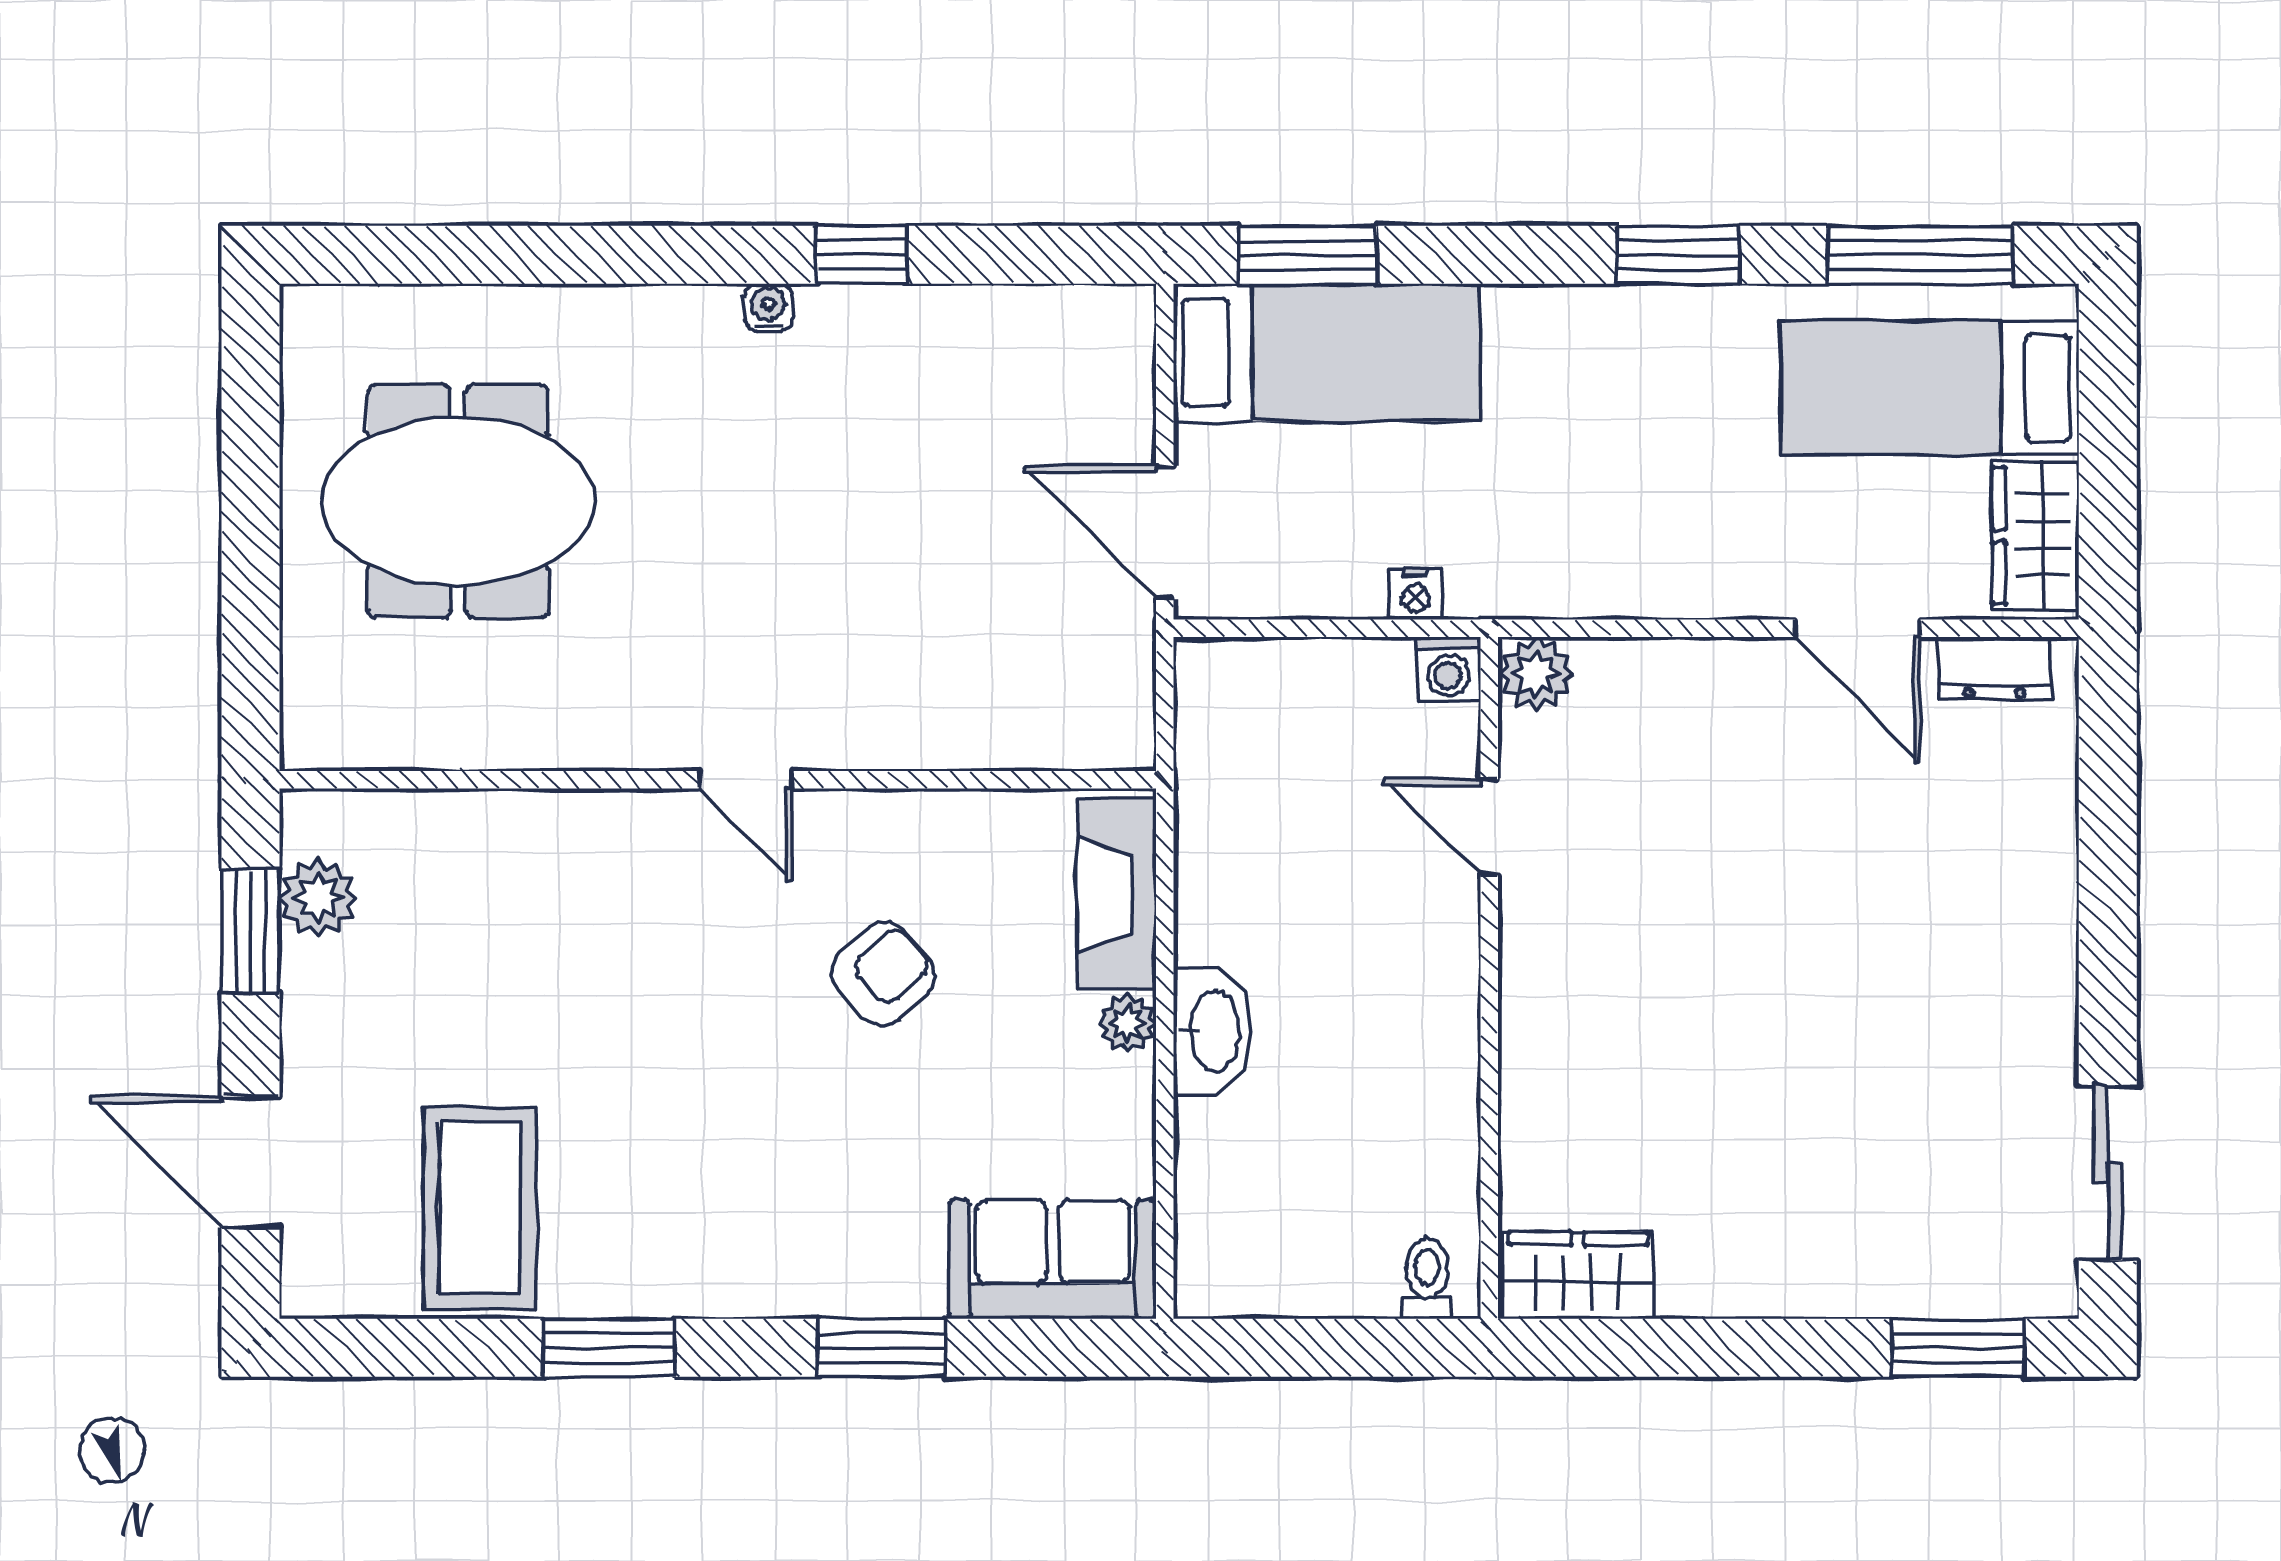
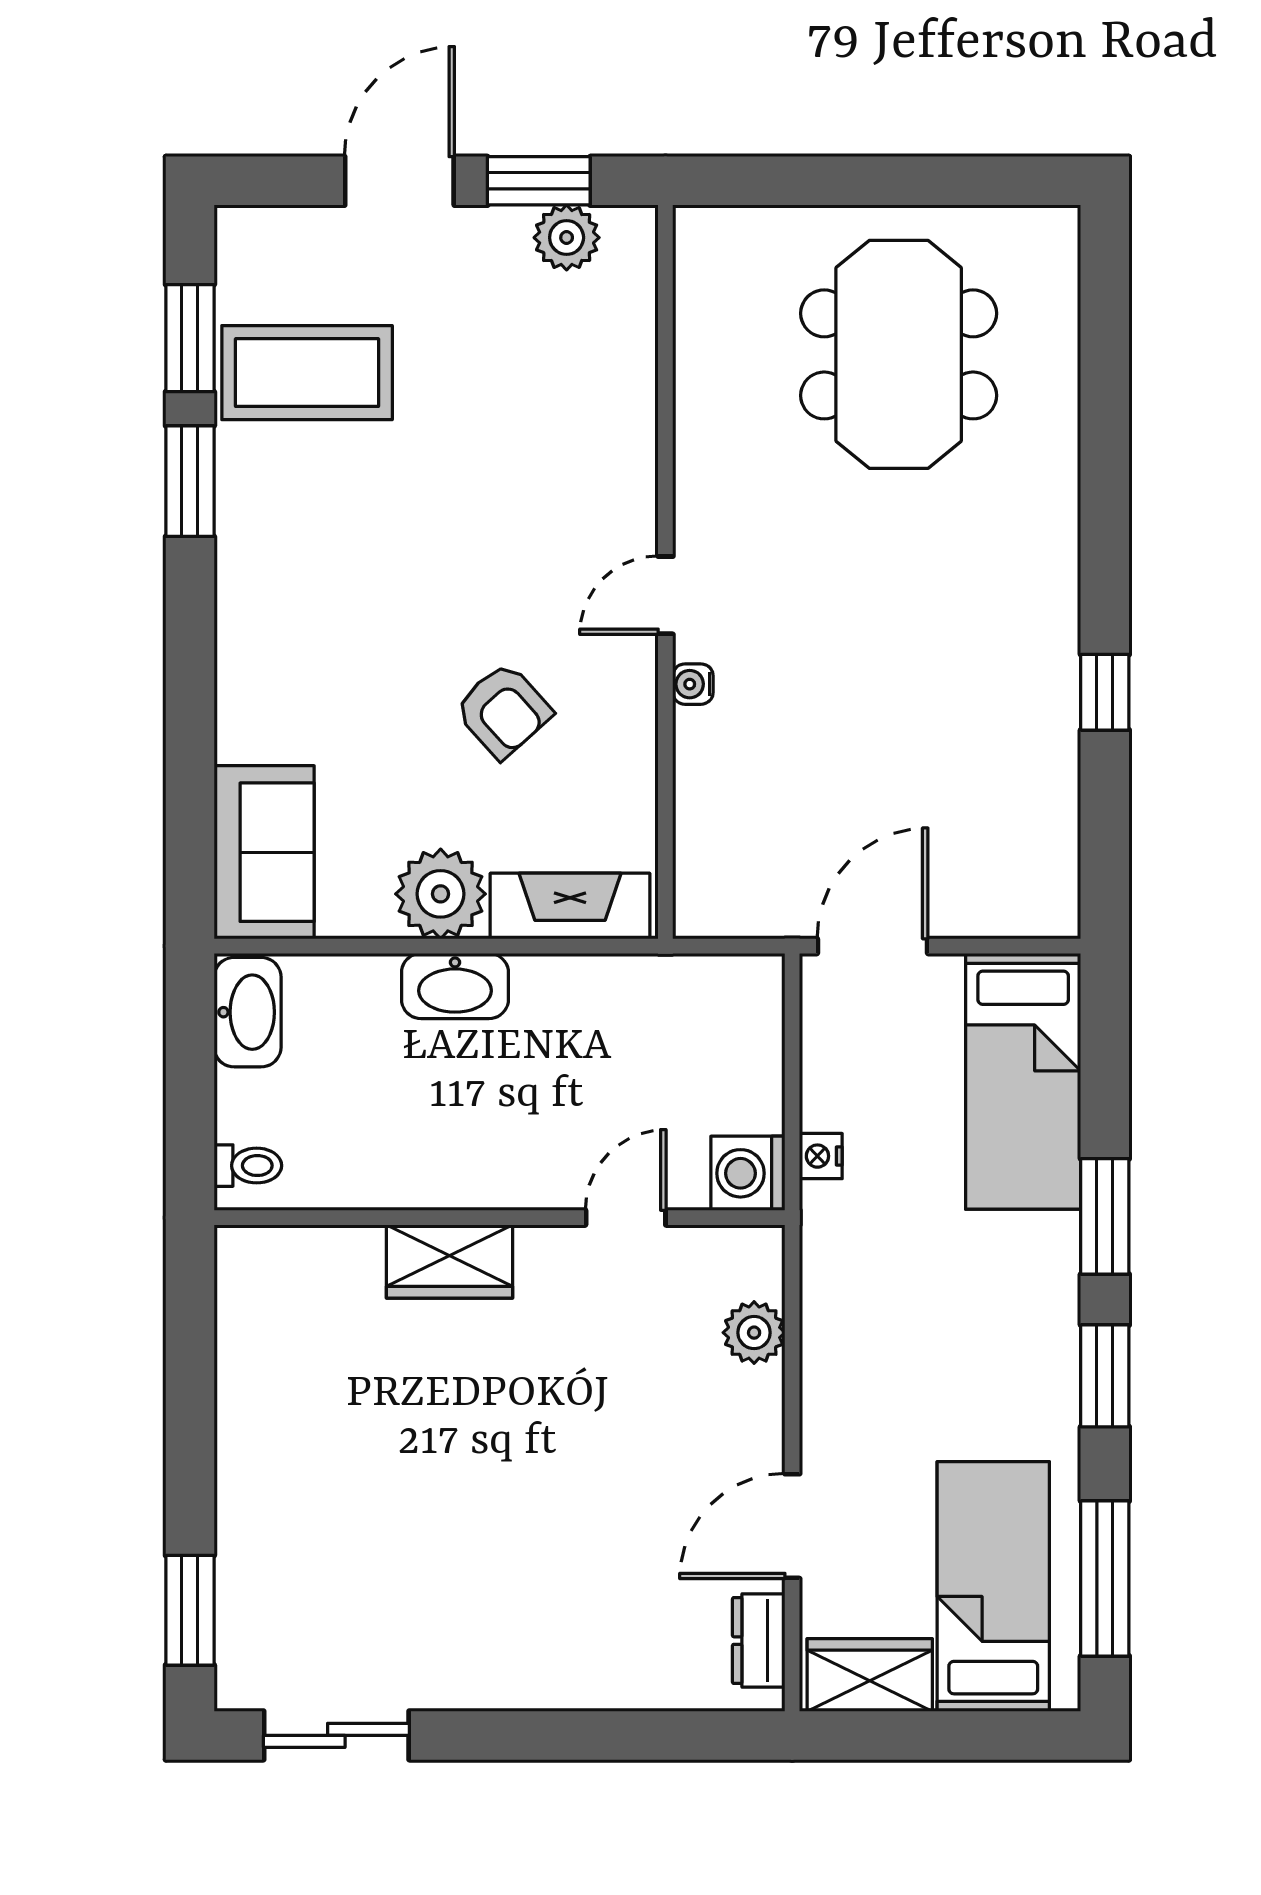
window: (1308, 255) -> (1105, 1216), moved
water cooler: (768, 308) -> (693, 684), moved, turned 180
washing machine: (1448, 669) -> (748, 1173), width x1.38, depth x1.38
plant: (1536, 674) -> (754, 1333), moved
plant: (1127, 1023) -> (441, 894), width x1.87, depth x1.87
door: (250, 1162) -> (399, 181), moved
wardrobe: (1578, 1275) -> (449, 1261), moved, turned 90
washbasin: (1244, 1279) -> (248, 1012), added
window: (881, 1348) -> (190, 338), moved

